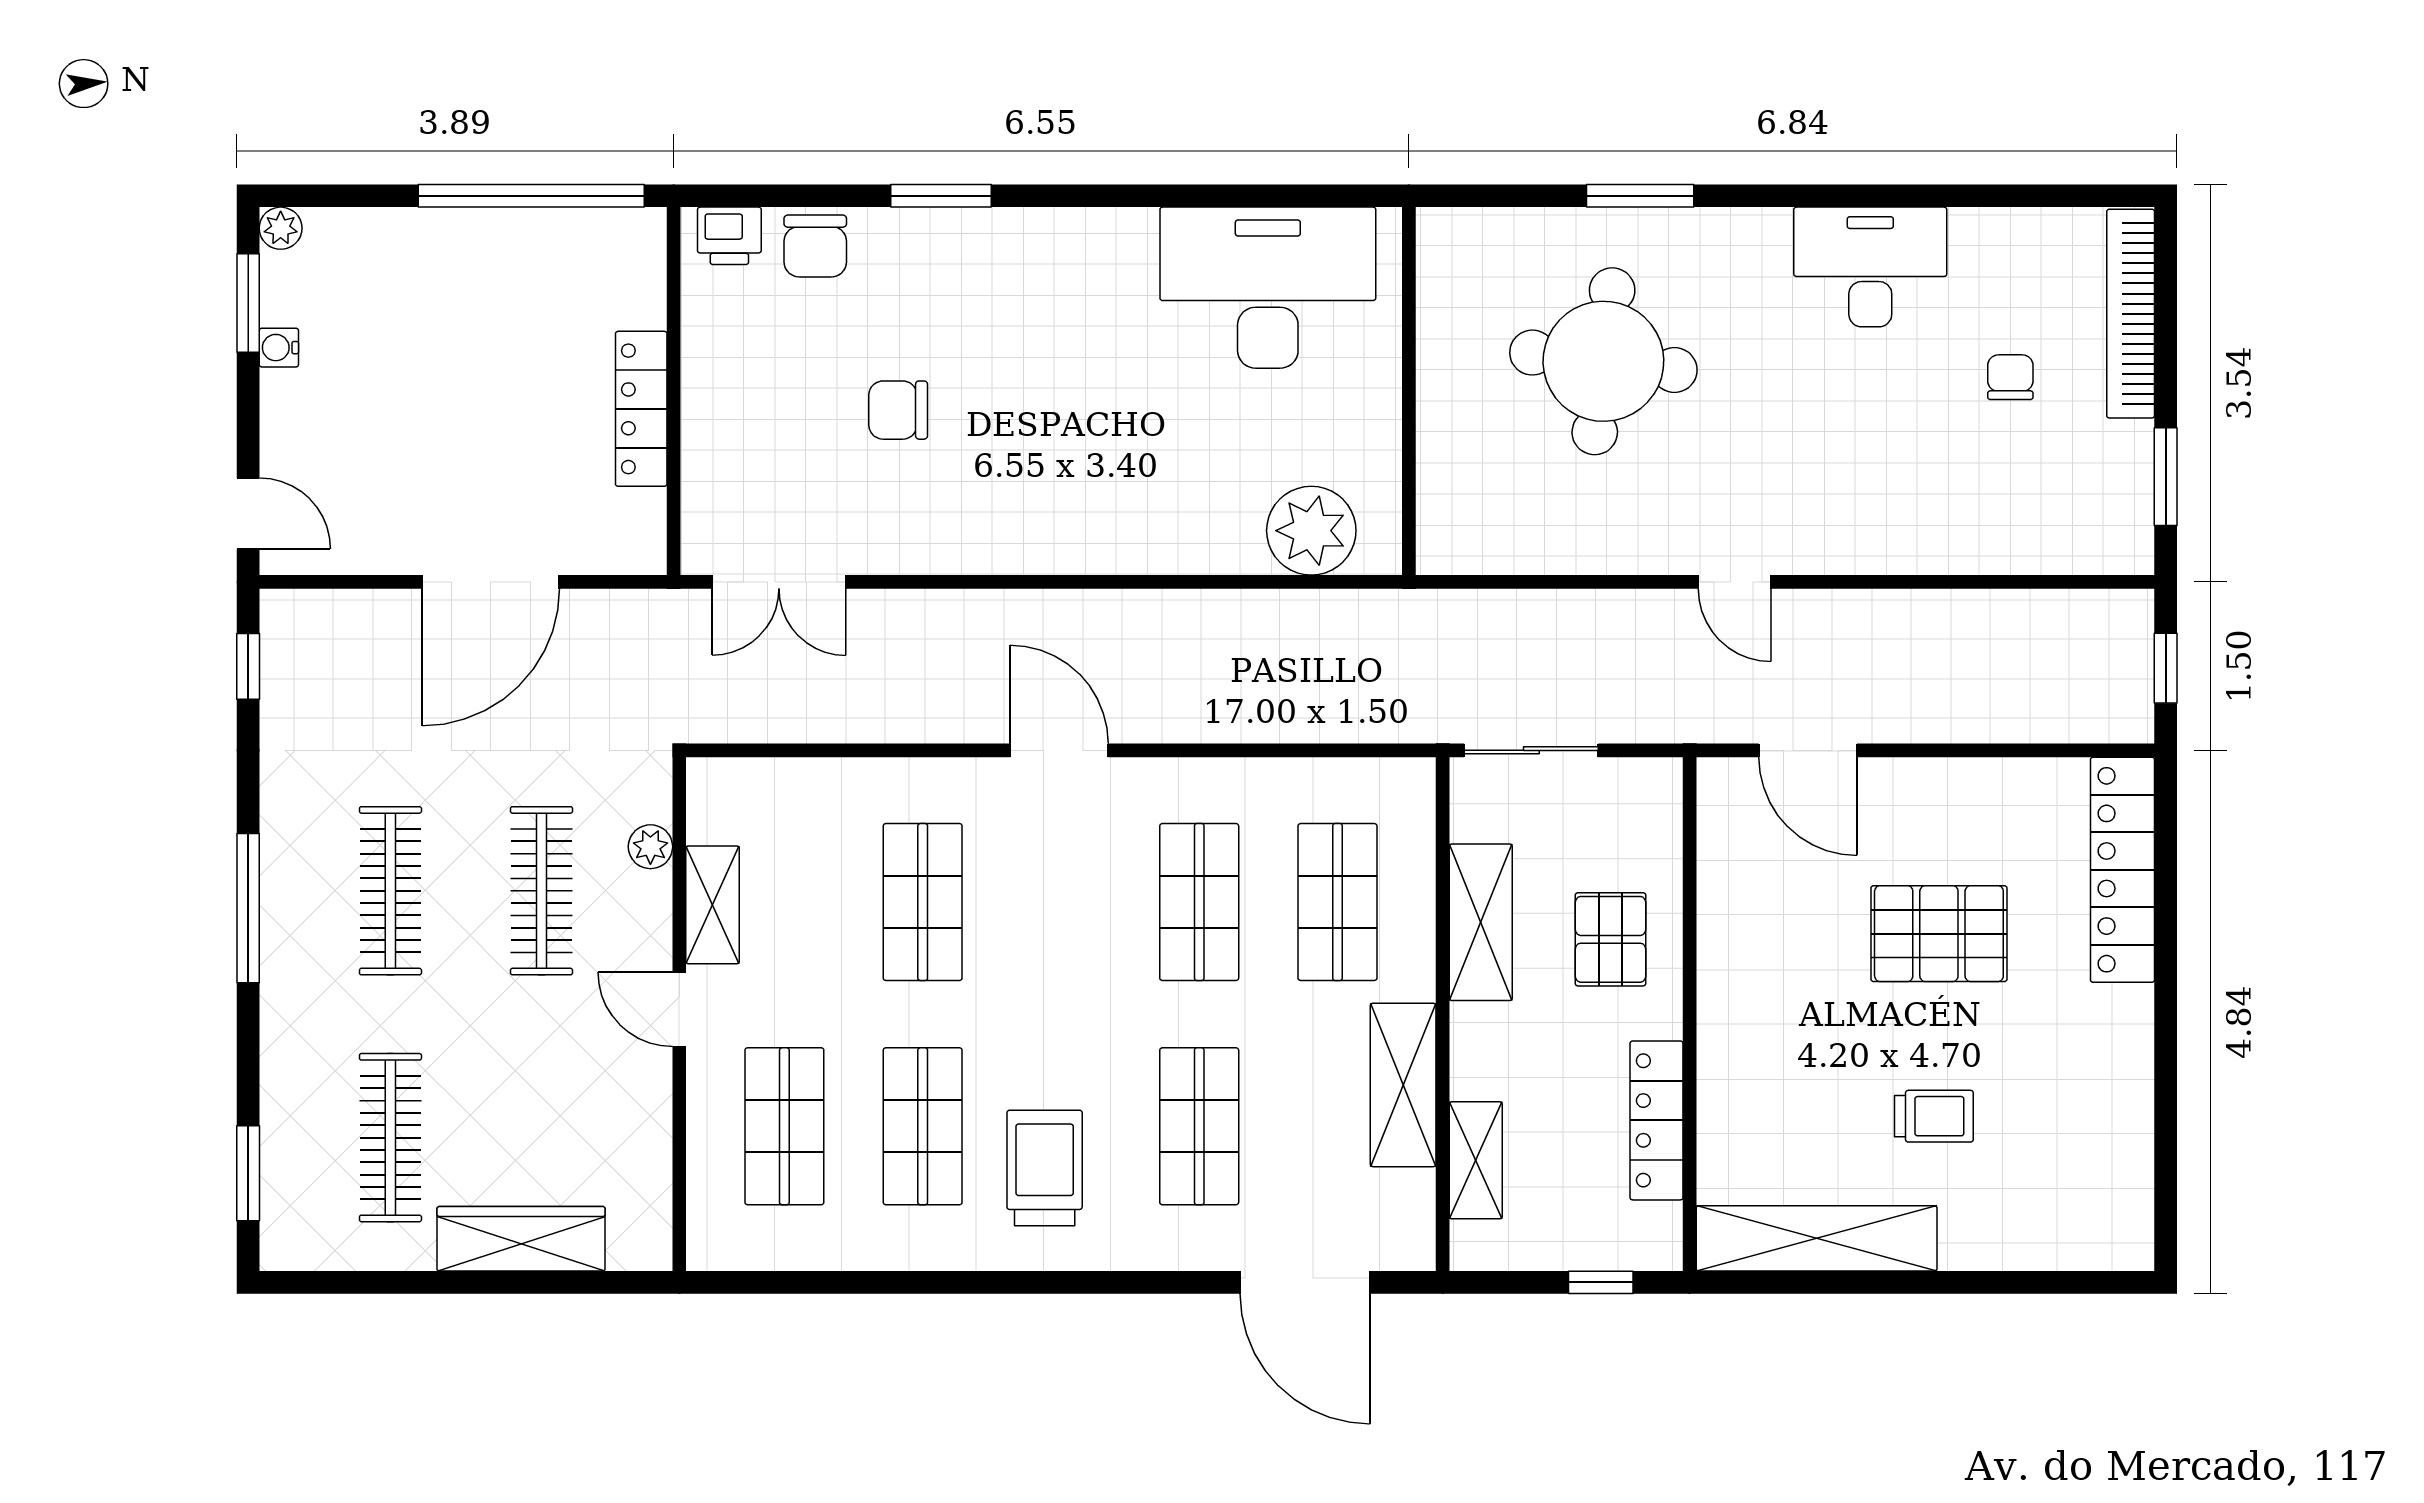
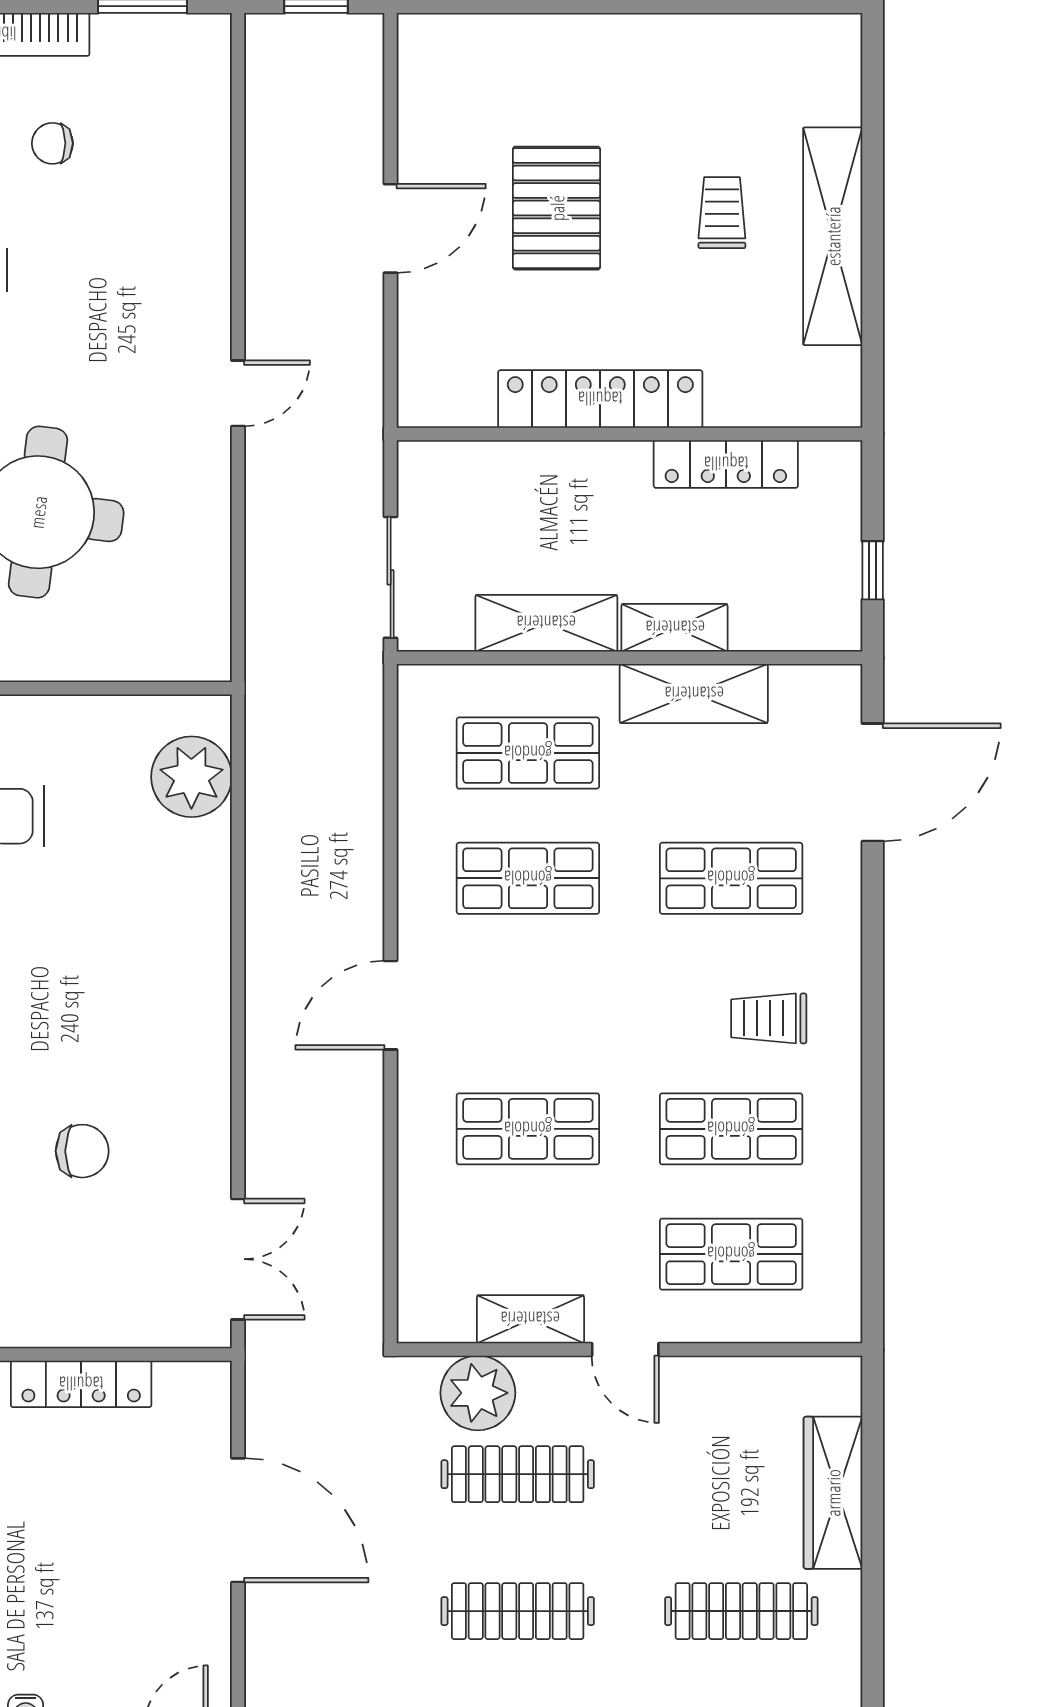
chair: (898, 410) -> (82, 1151), turned -90
door: (1808, 750) -> (391, 228), moved
plant: (650, 847) -> (478, 1393), width x1.88, depth x1.88
locker: (2122, 870) -> (600, 399), moved, turned 180
pallet: (1610, 939) -> (562, 506), removed
door: (679, 1009) -> (625, 1349), hinge flipped
shelving: (1476, 1160) -> (675, 628), moved
trolley: (1045, 1168) -> (769, 1018), width x0.73, depth x0.72
shelving: (1817, 1238) -> (833, 236), moved
window: (1601, 1282) -> (873, 570), moved

